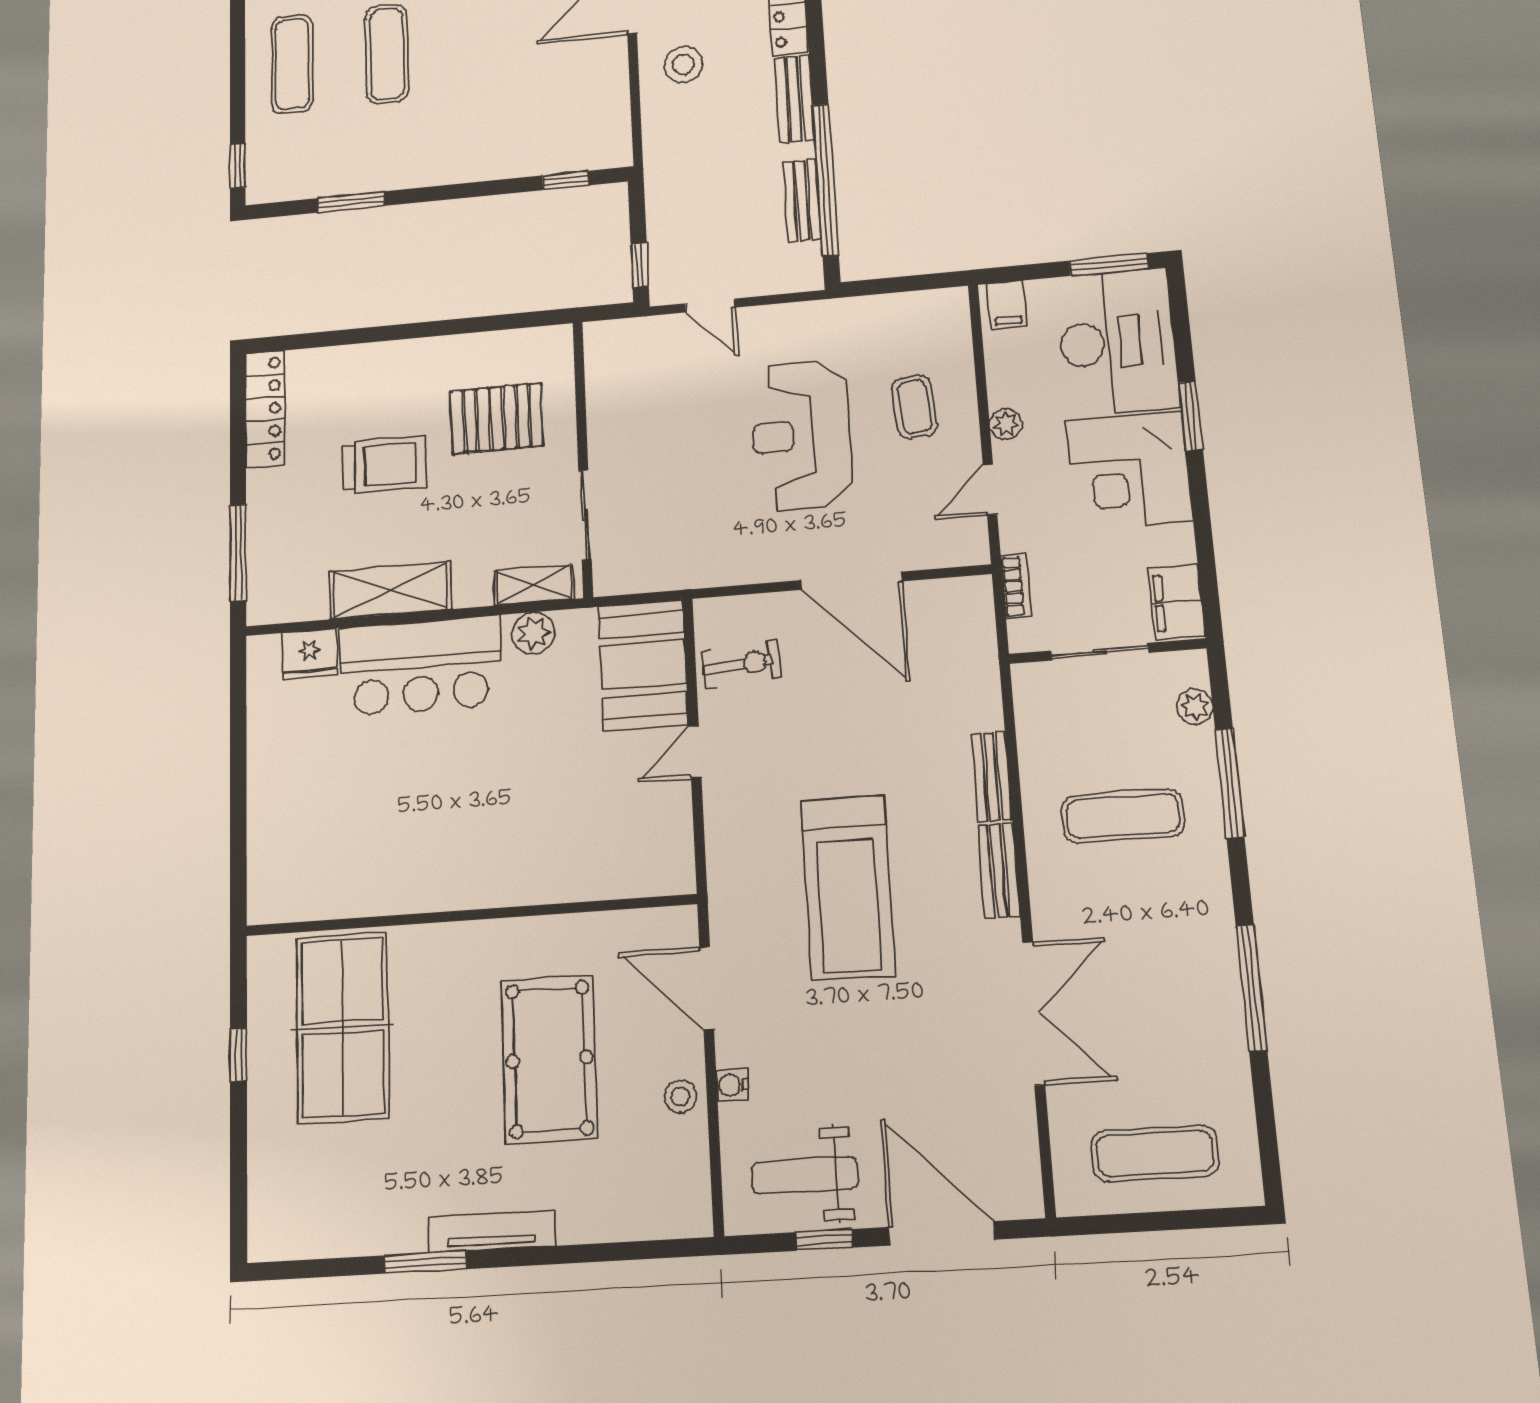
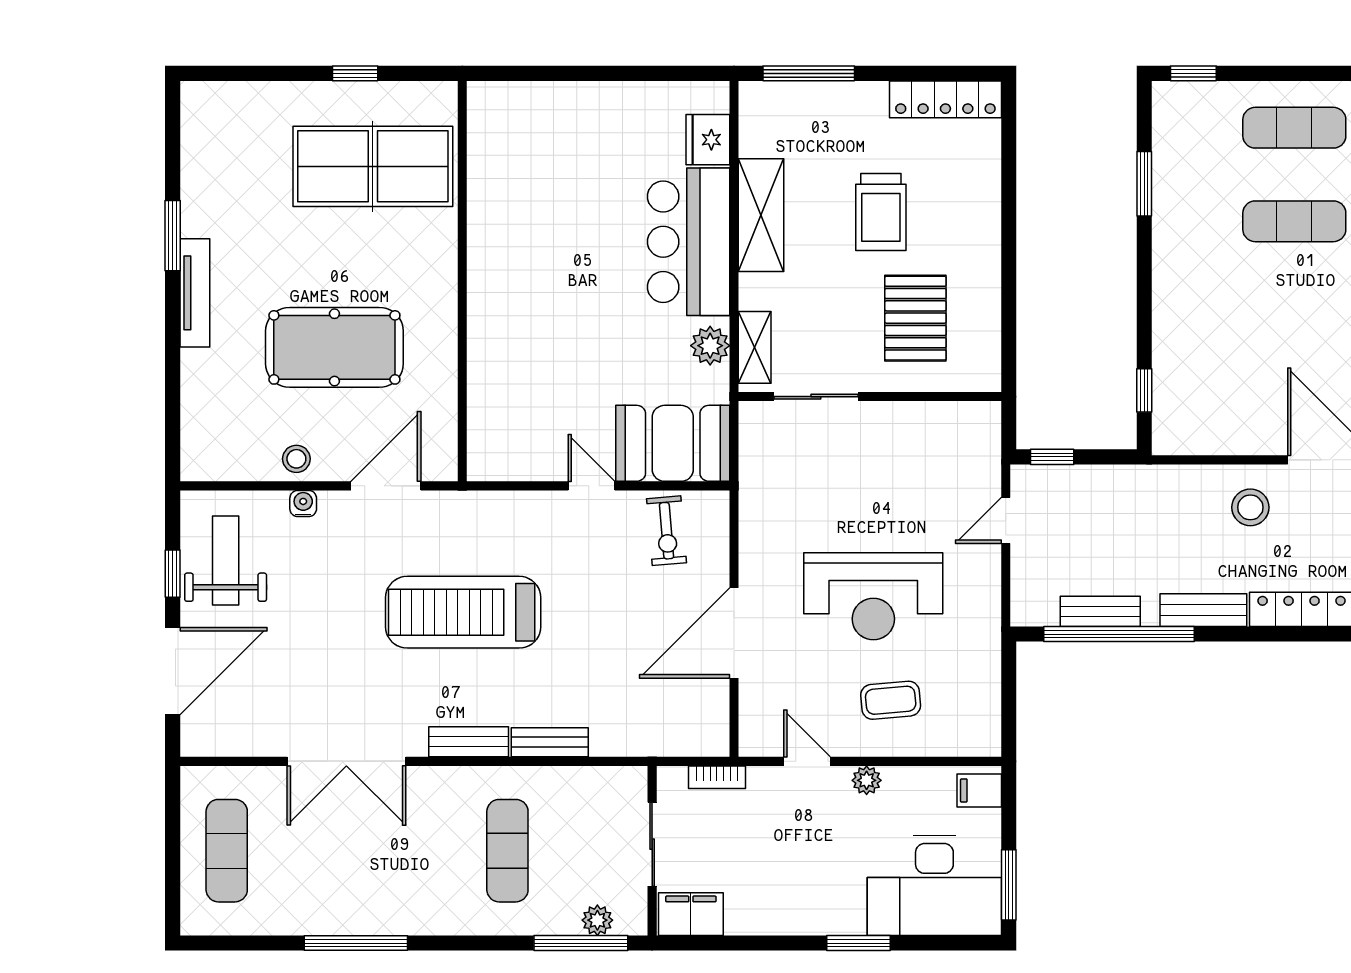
reception desk: (801, 435) -> (873, 596), turned 180
corner desk: (1129, 471) -> (813, 884), removed
window: (1230, 783) -> (581, 943), moved

